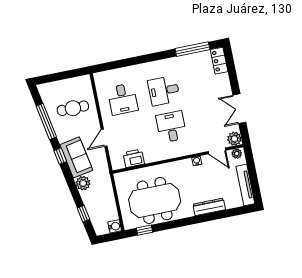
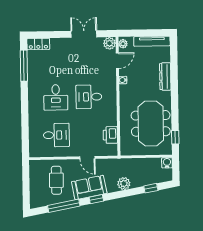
double door: (239, 109) -> (84, 34), swing flipped
sofa: (76, 157) -> (89, 187), moved

